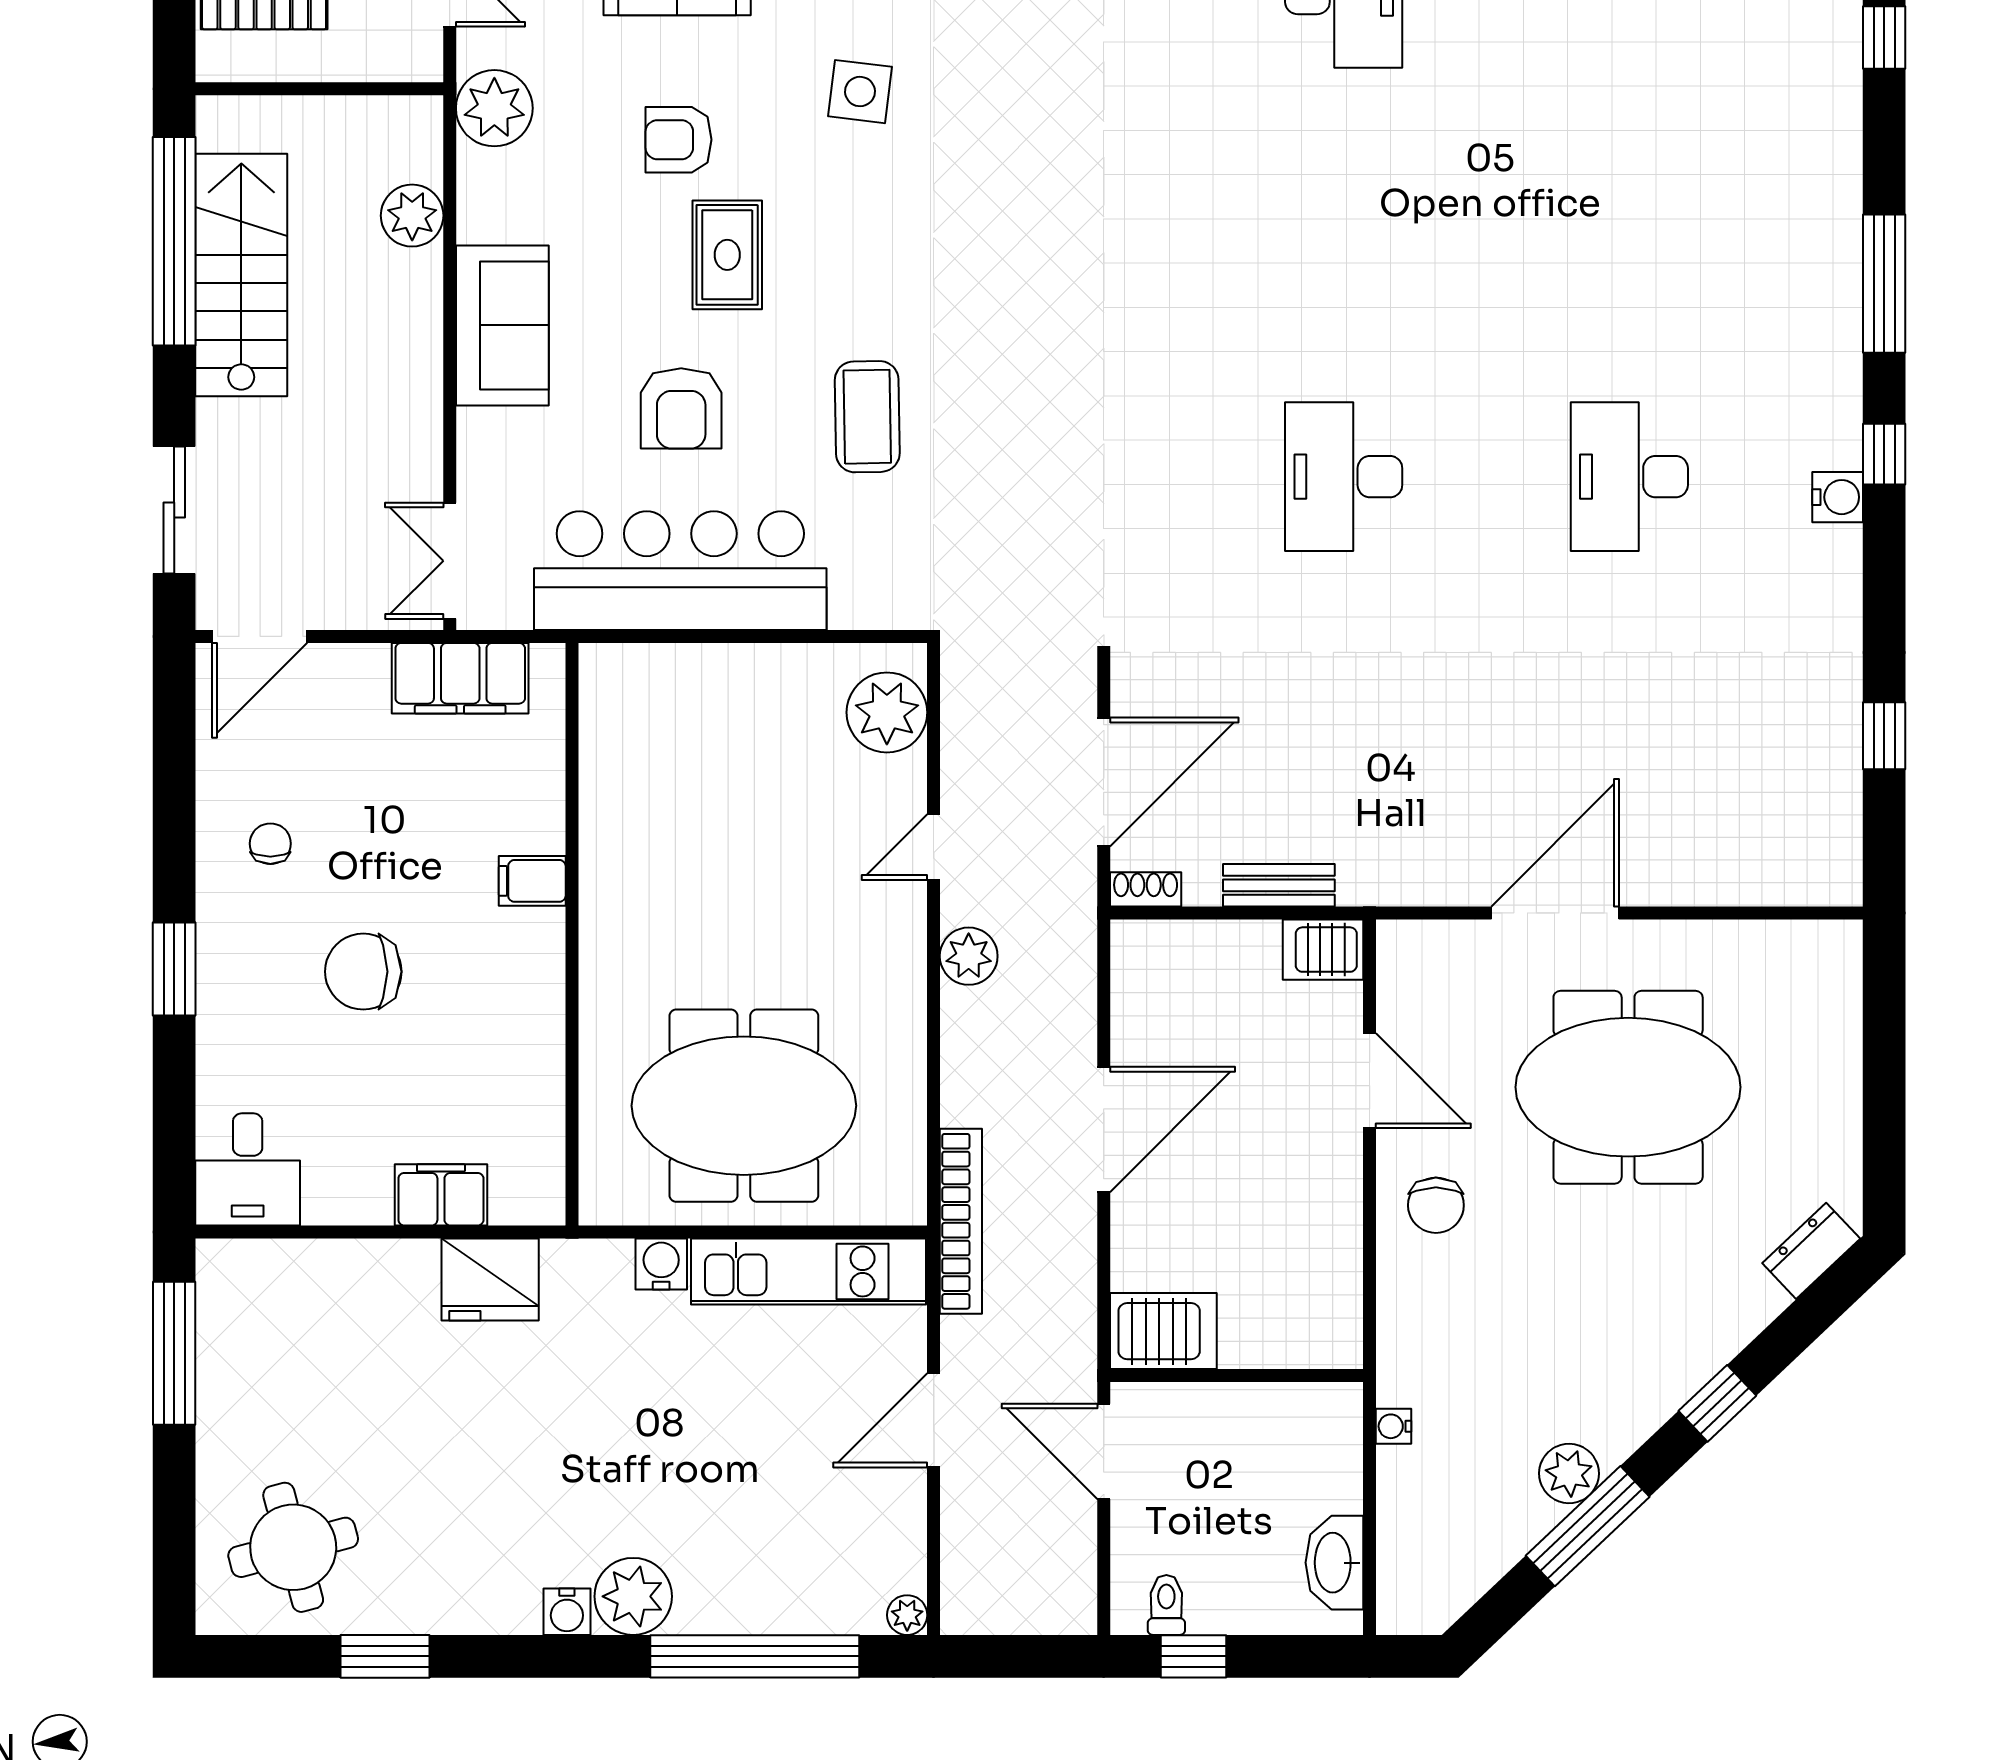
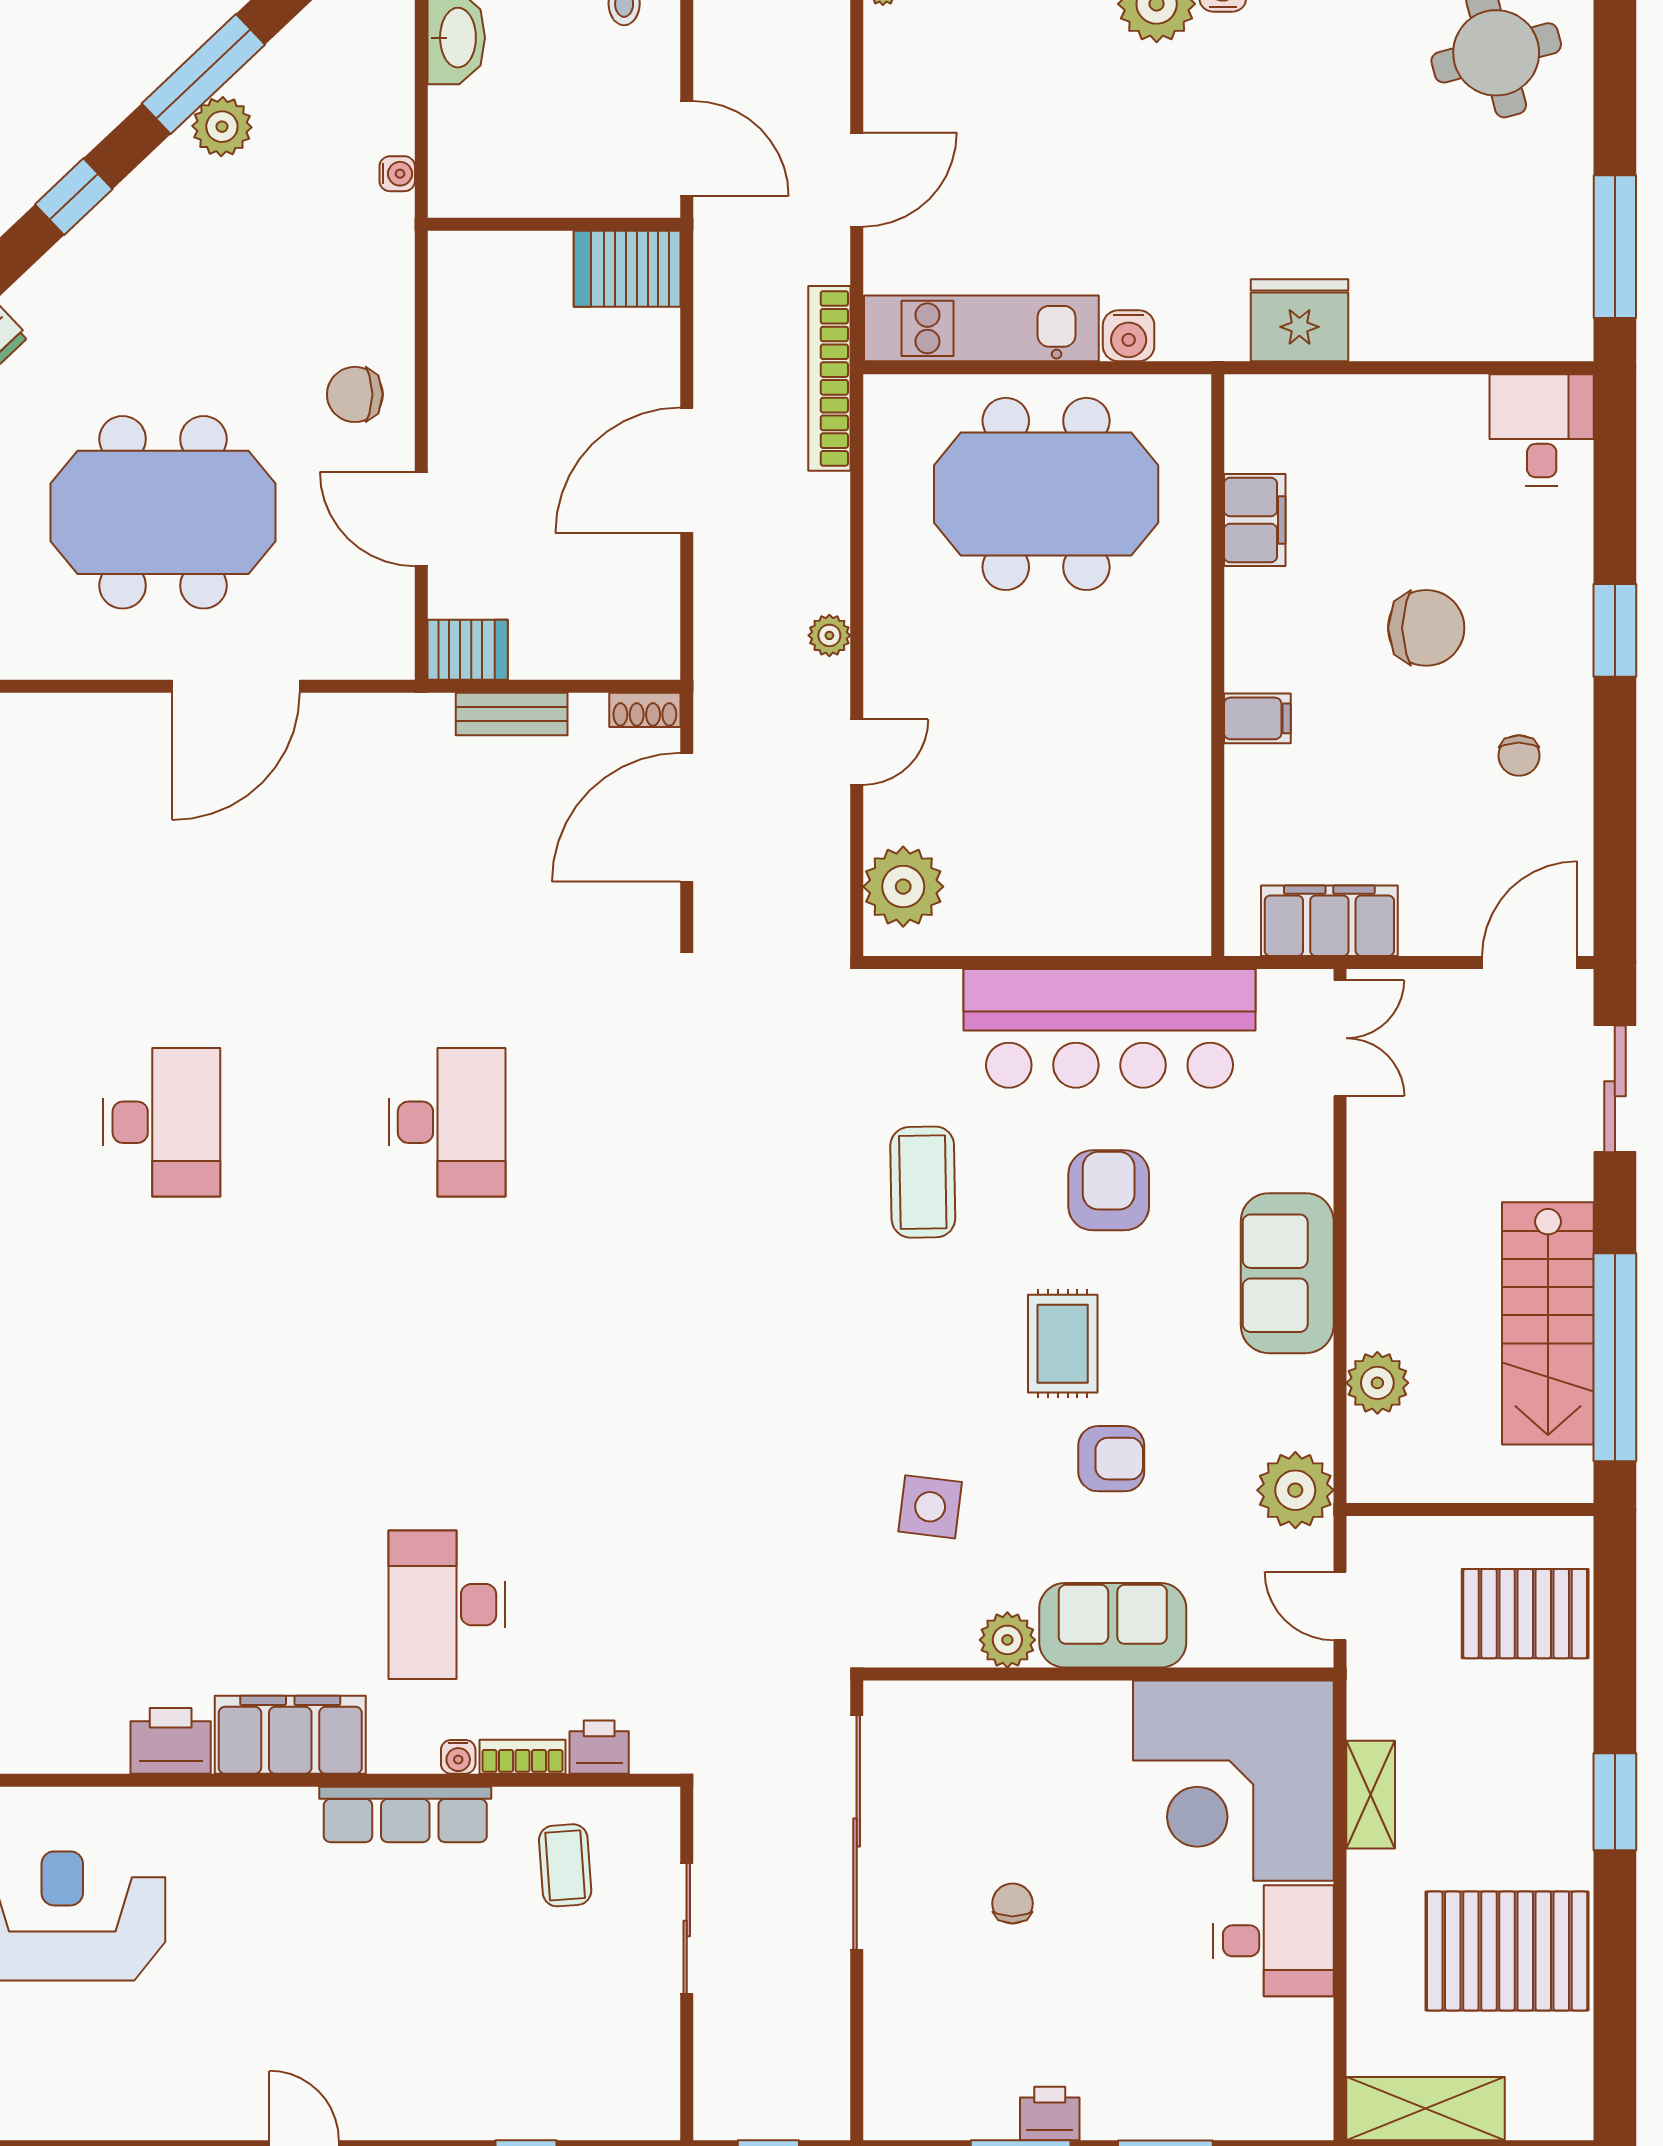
plant: (969, 956) -> (829, 635), width x0.73, depth x0.73
filing cabinet: (441, 1195) -> (1255, 520), moved, turned -90
chair: (1436, 1205) -> (355, 394), turned -90

